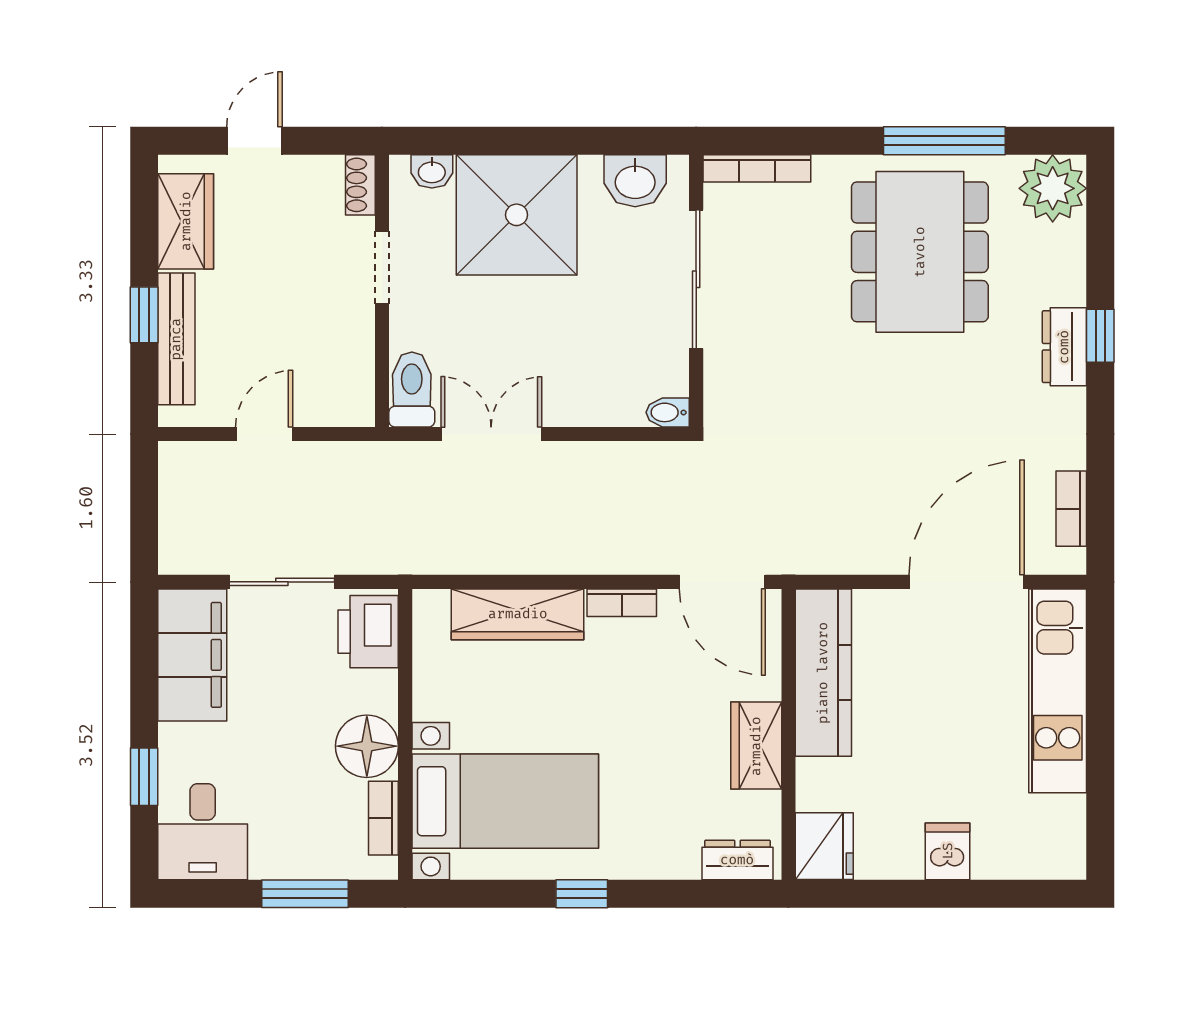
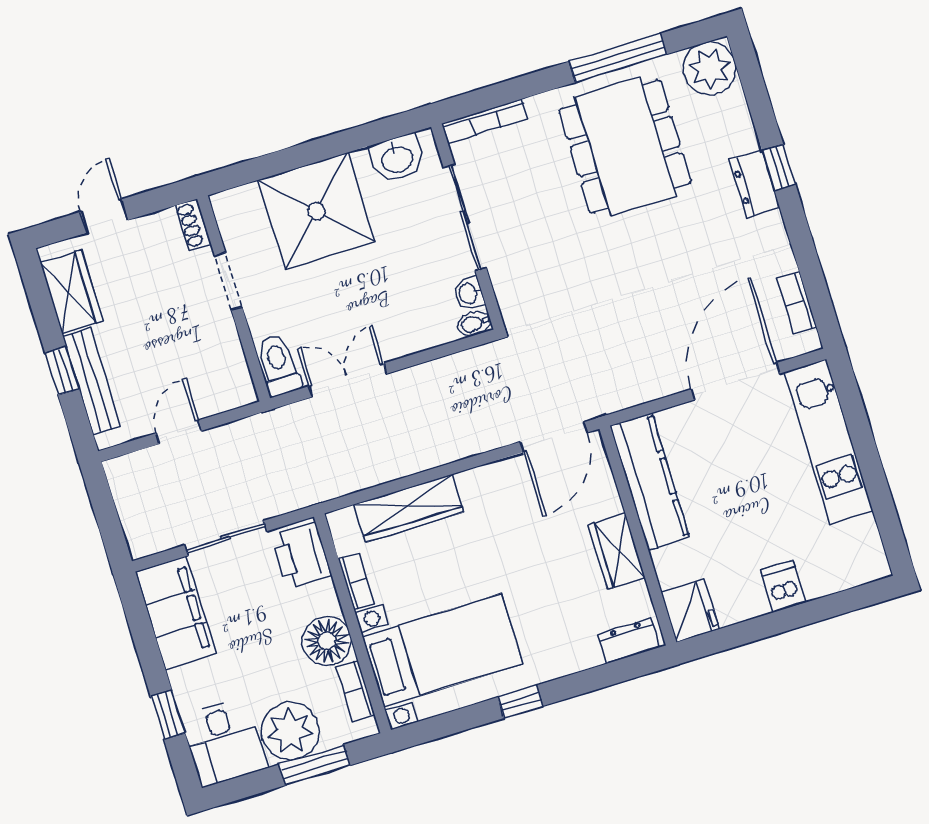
washbasin: (432, 171) -> (469, 293), moved, turned 90
door: (722, 582) -> (554, 437), hinge flipped
bookcase: (622, 603) -> (356, 581), moved, turned -90
plant: (288, 843) -> (290, 731), added

